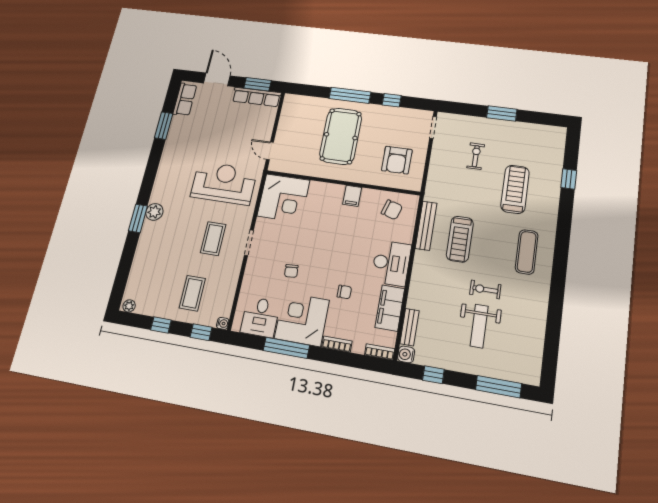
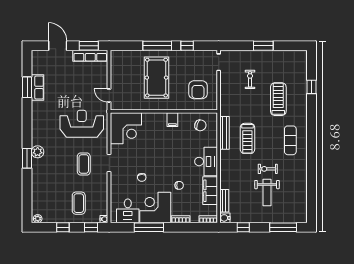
row of seats: (185, 99) -> (38, 87), moved

